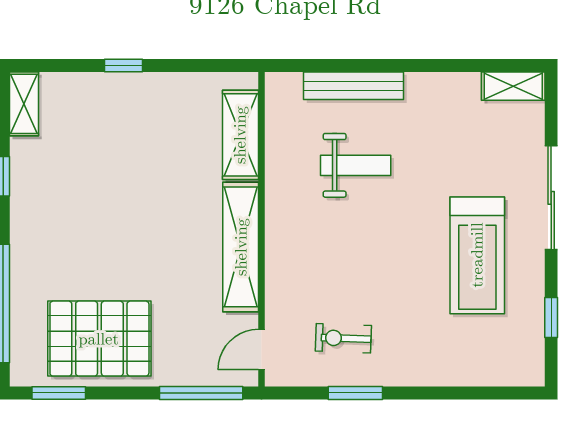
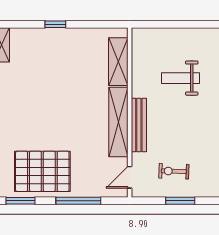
bench: (353, 86) -> (139, 125), moved, turned 90
weight bench: (356, 165) -> (180, 78), turned 180
window: (201, 393) -> (78, 201), moved

